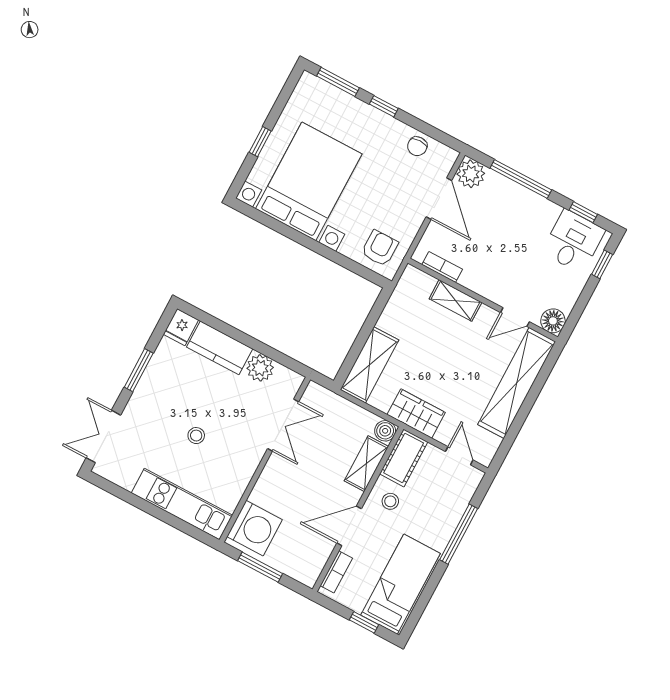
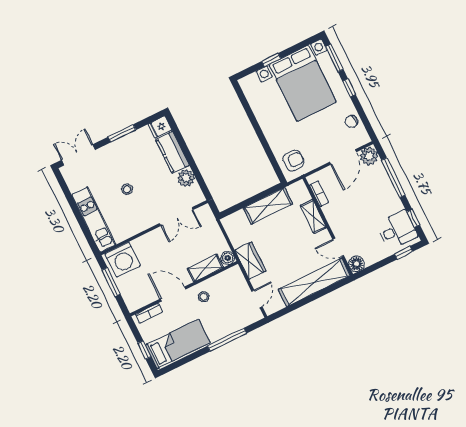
bed with nightstands: (309, 181) -> (303, 83), moved, turned 90
shelving: (369, 365) -> (268, 206), moved
cot: (404, 458) -> (227, 279), removed

